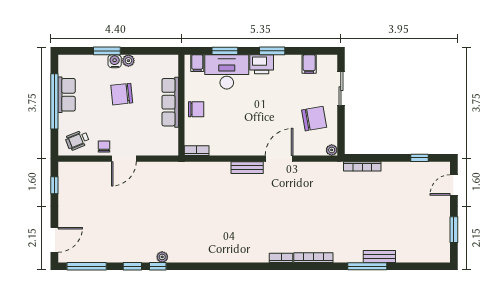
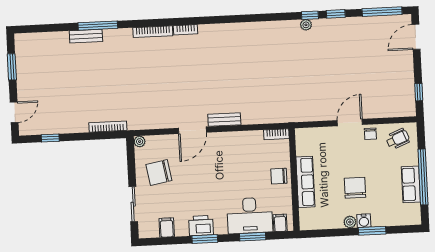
printer: (262, 64) -> (201, 226), moved
chair: (122, 94) -> (355, 188), turned -84

